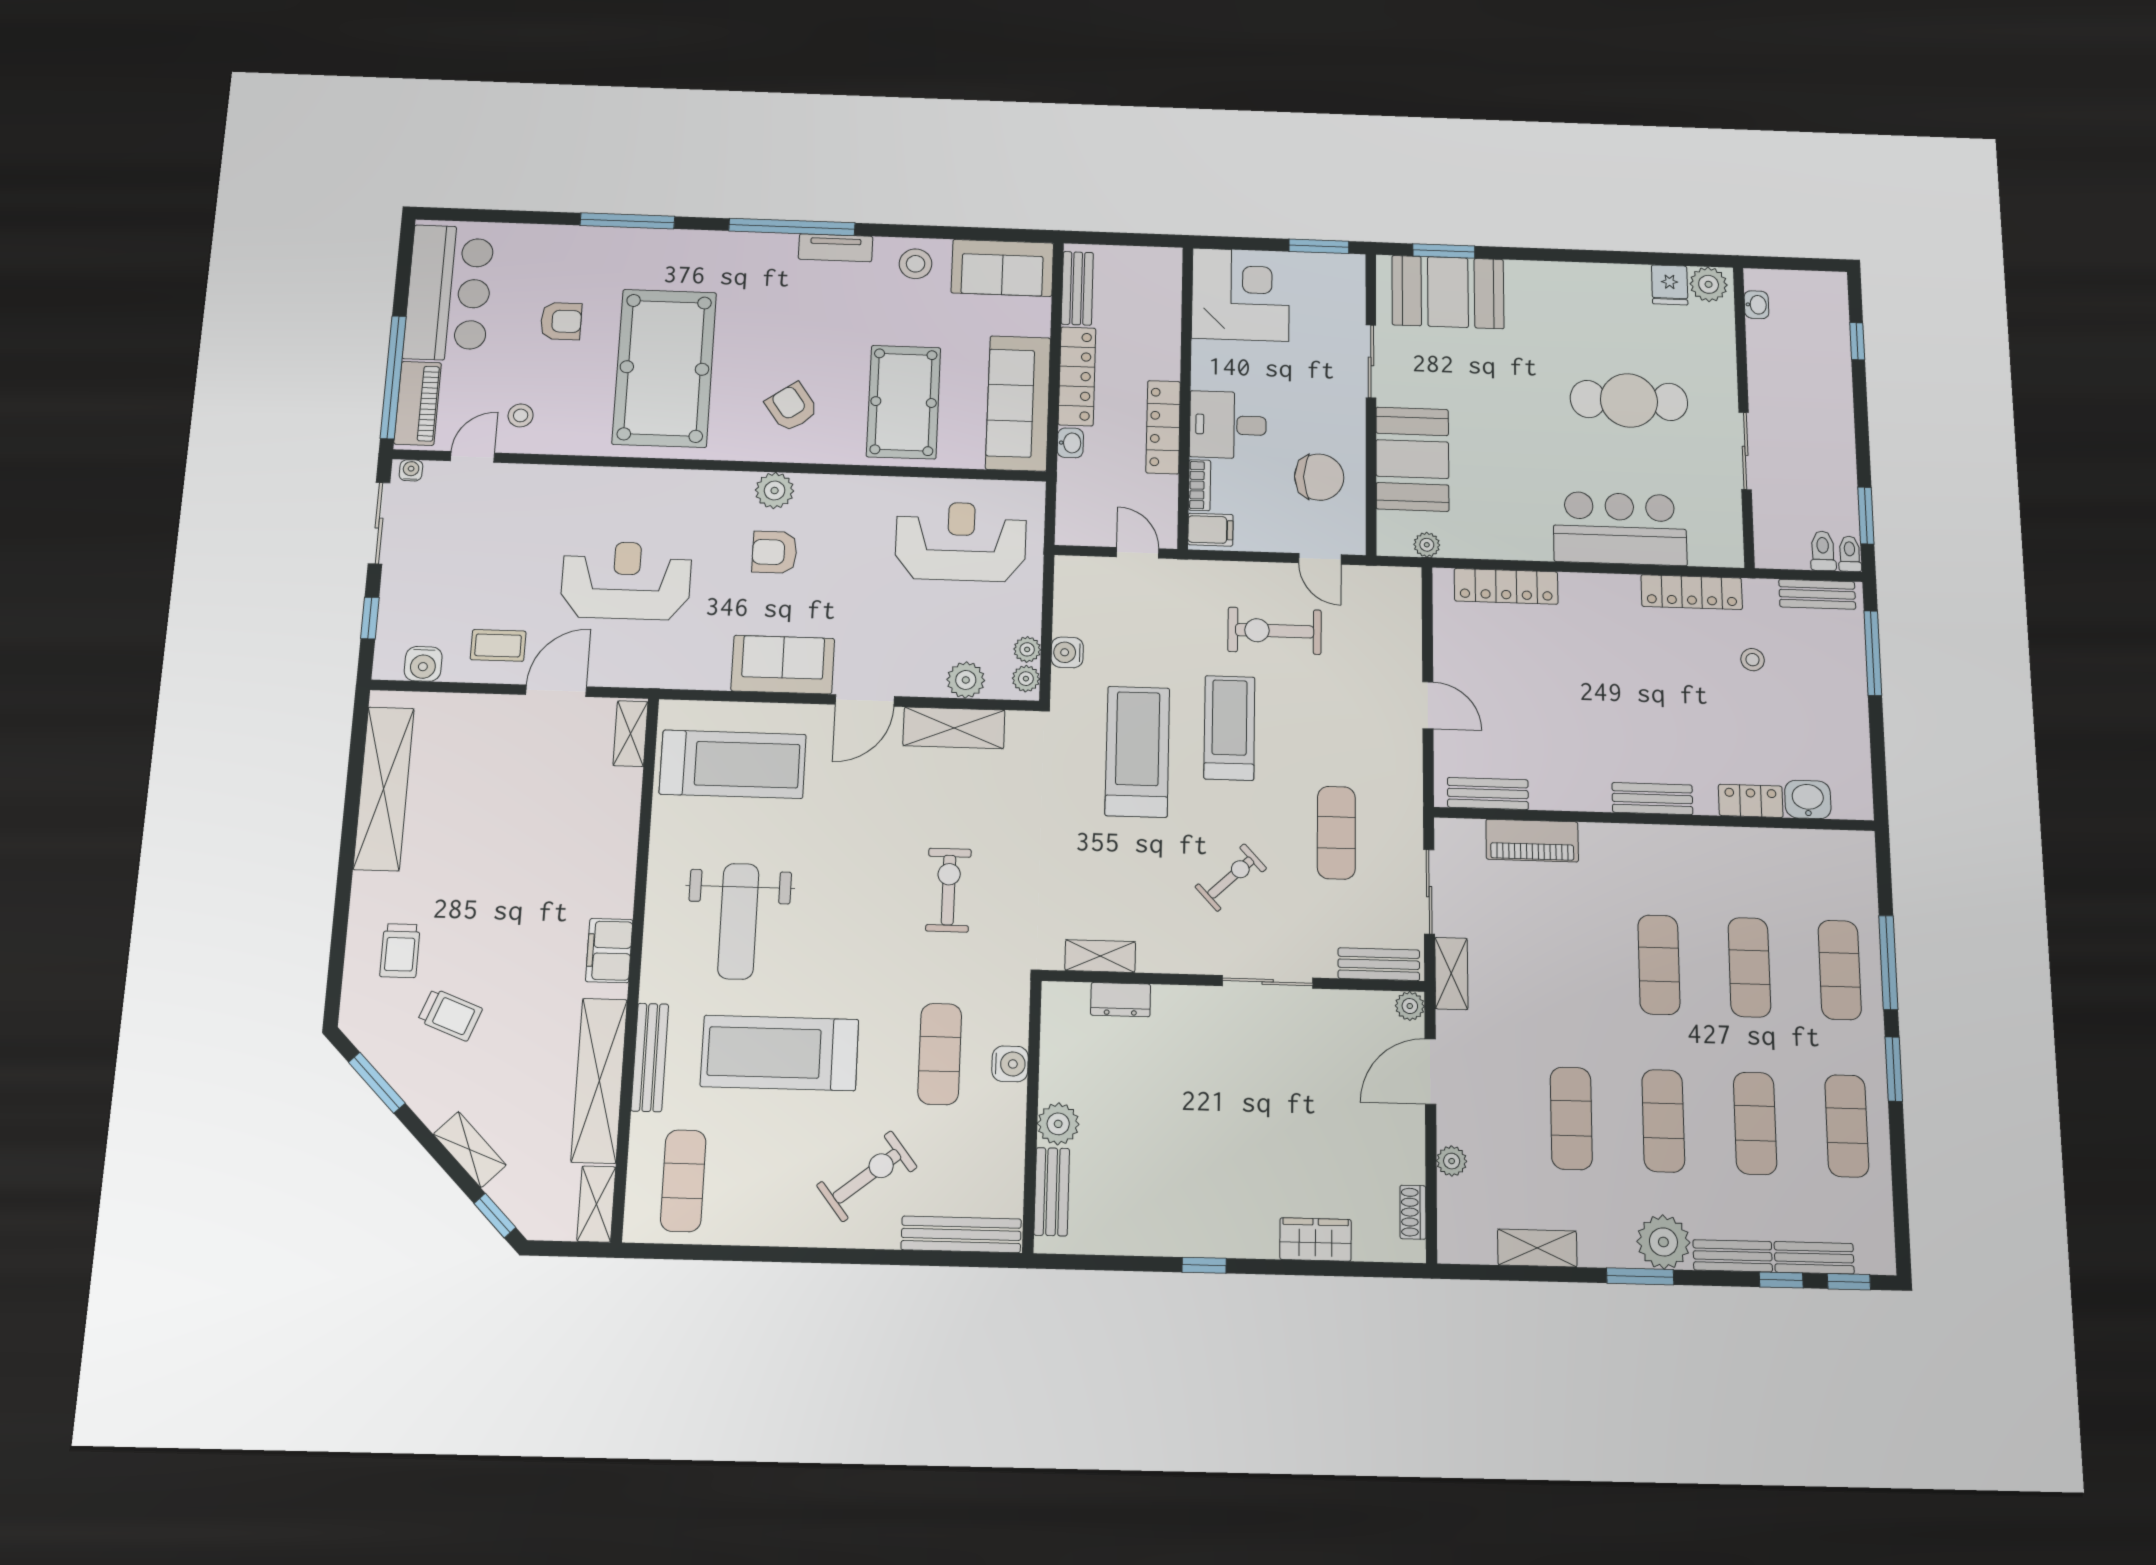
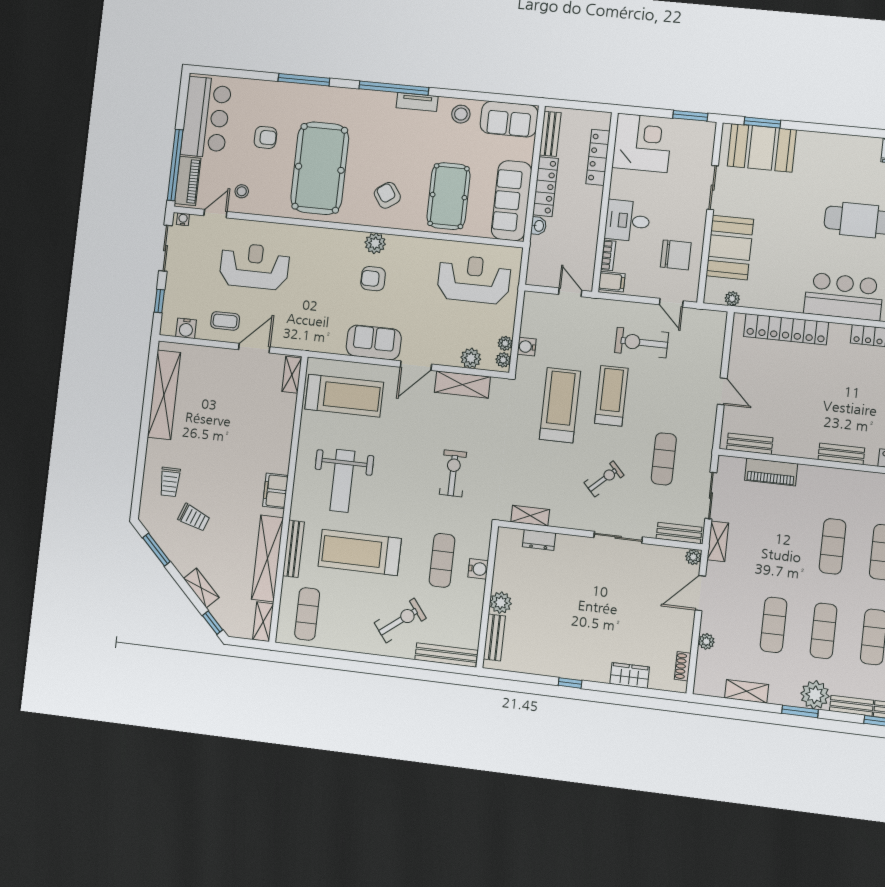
locker: (1163, 427) -> (598, 157), moved
reception desk: (626, 581) -> (254, 266), moved
locker: (1506, 586) -> (786, 329), width x1.41, depth x1.21

